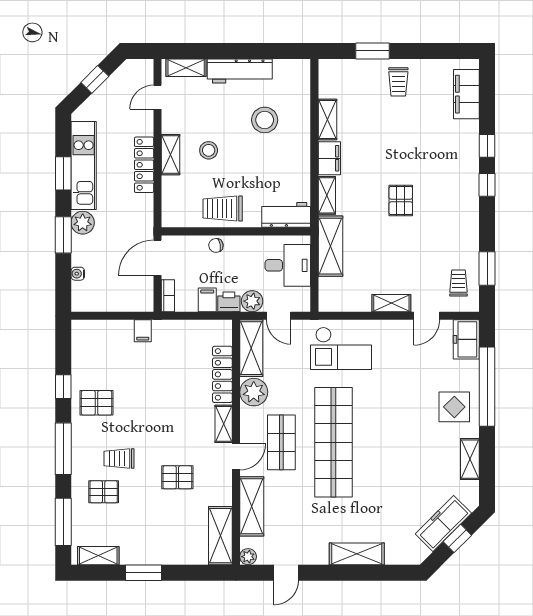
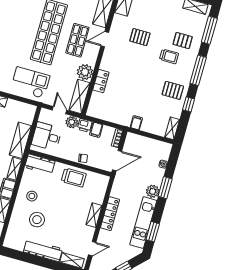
stool: (209, 150) -> (32, 196), moved
window: (63, 173) -> (153, 232), moved
locker: (222, 374) -> (101, 81), width x0.66
shelving: (224, 424) -> (172, 128), moved

